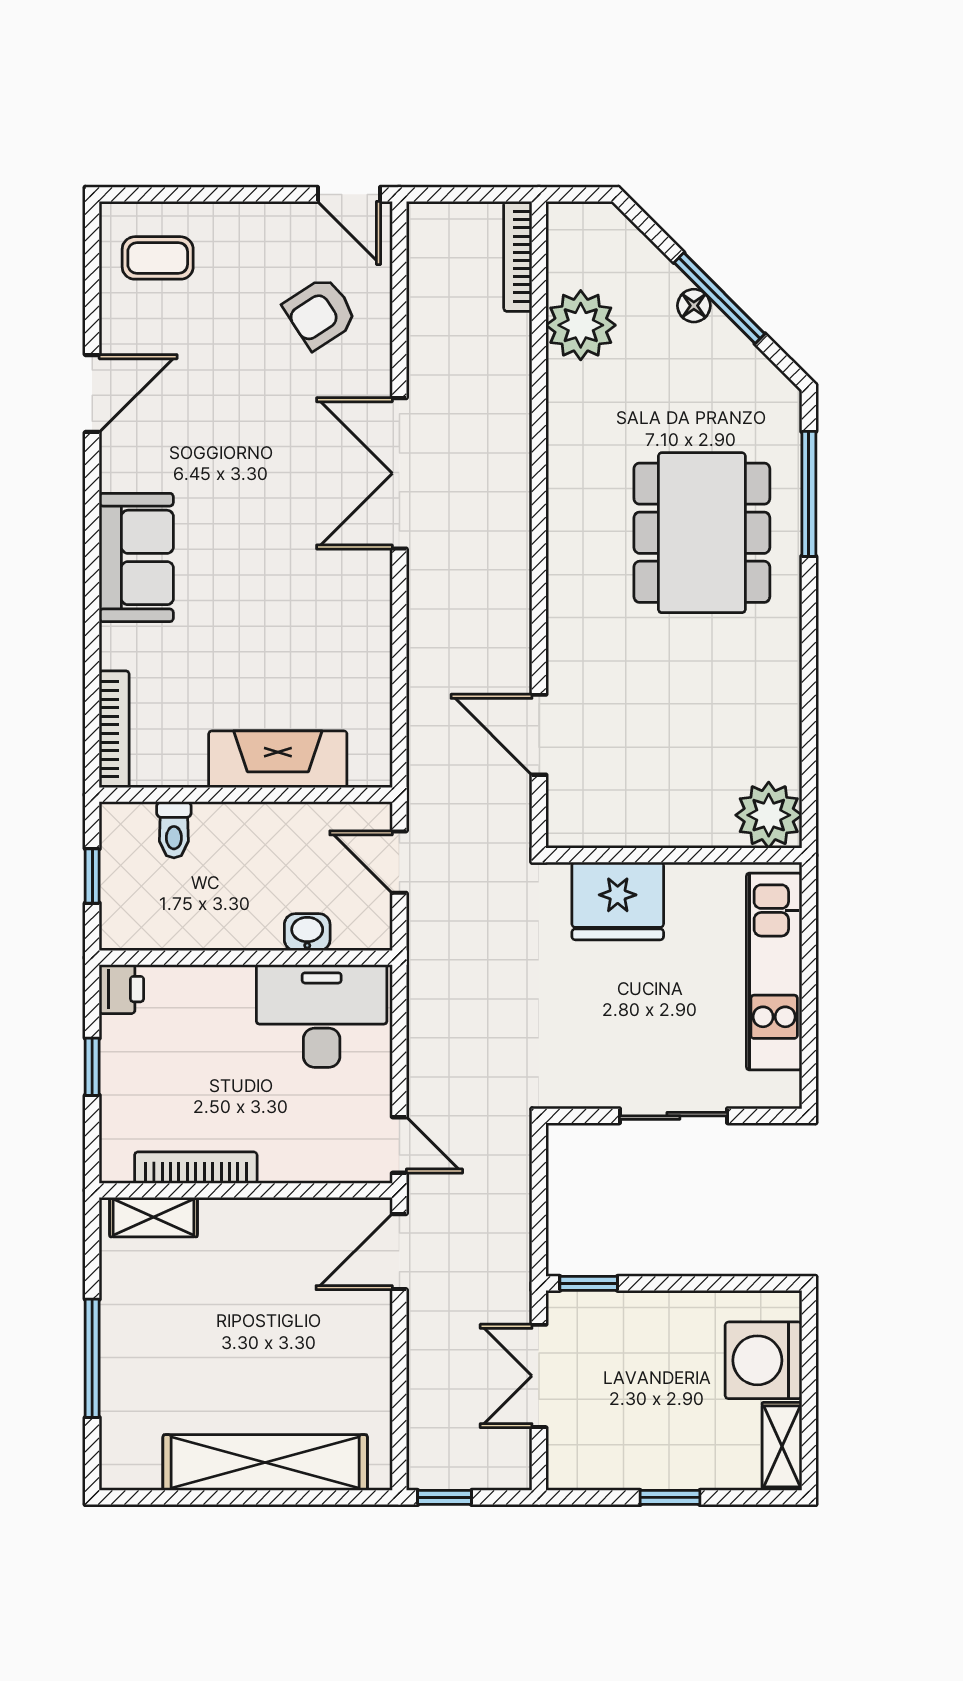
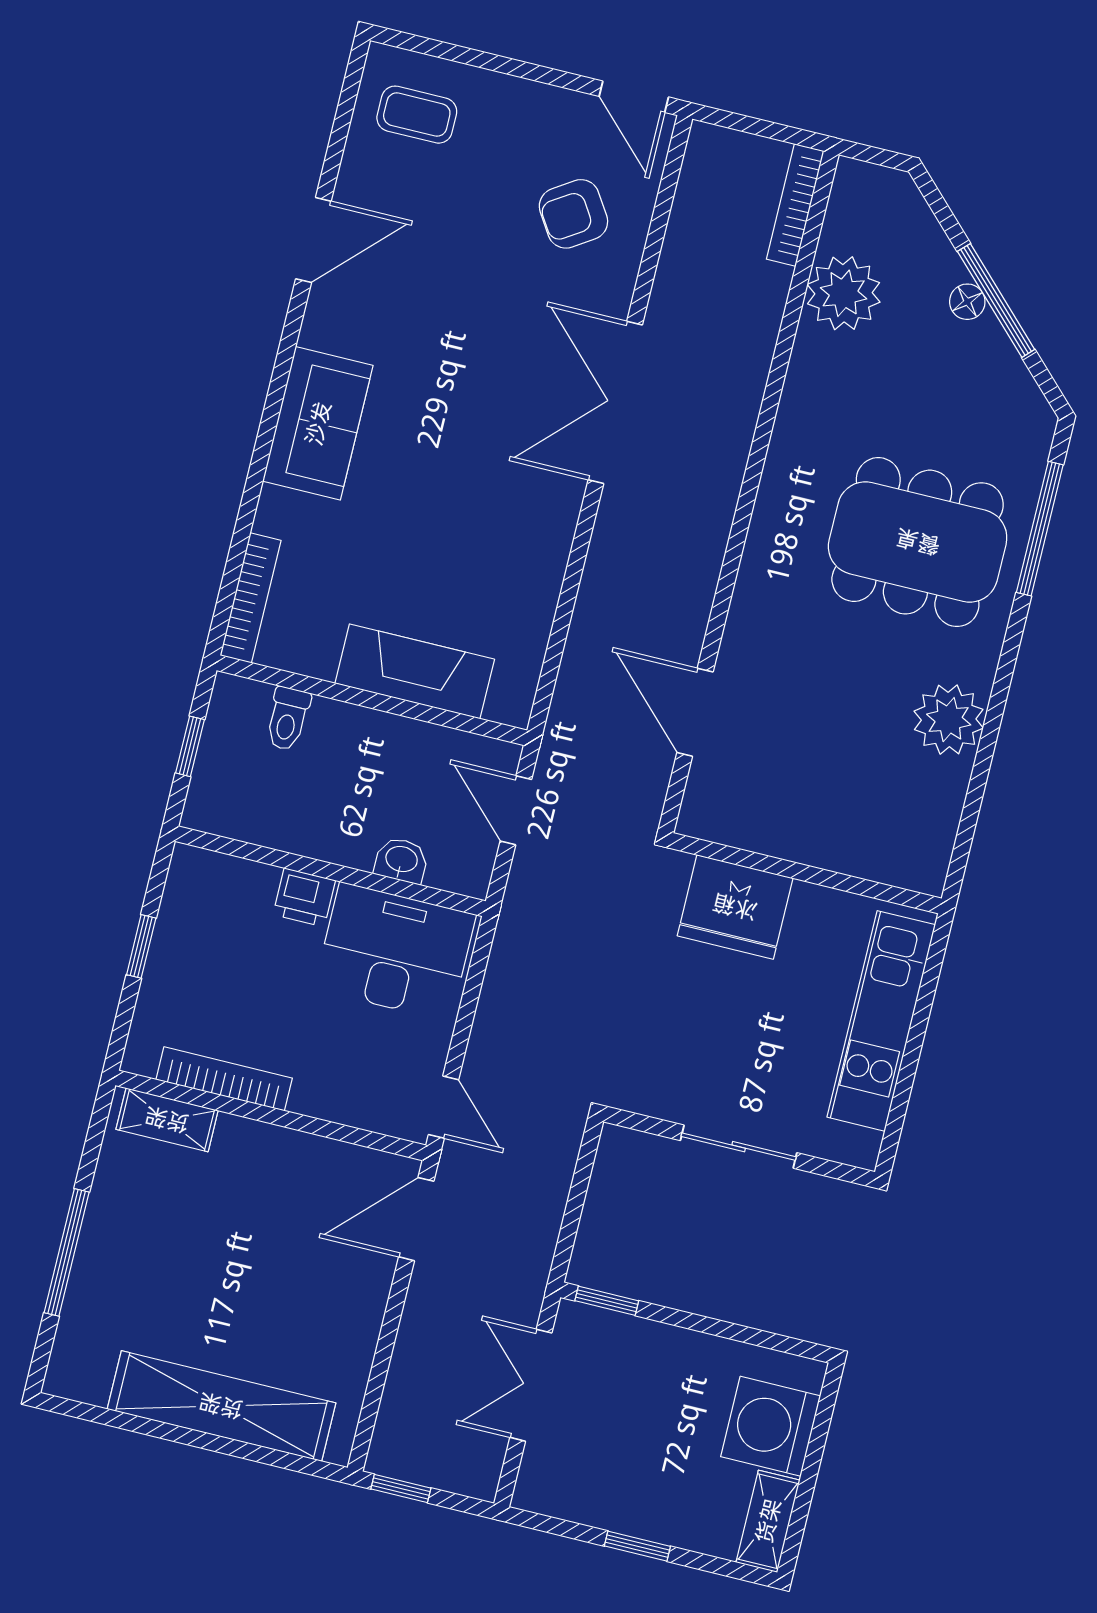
dining table: (702, 533) -> (918, 542), turned 90
plant: (769, 815) -> (949, 720), moved
printer: (121, 989) -> (304, 897), moved, turned 90

